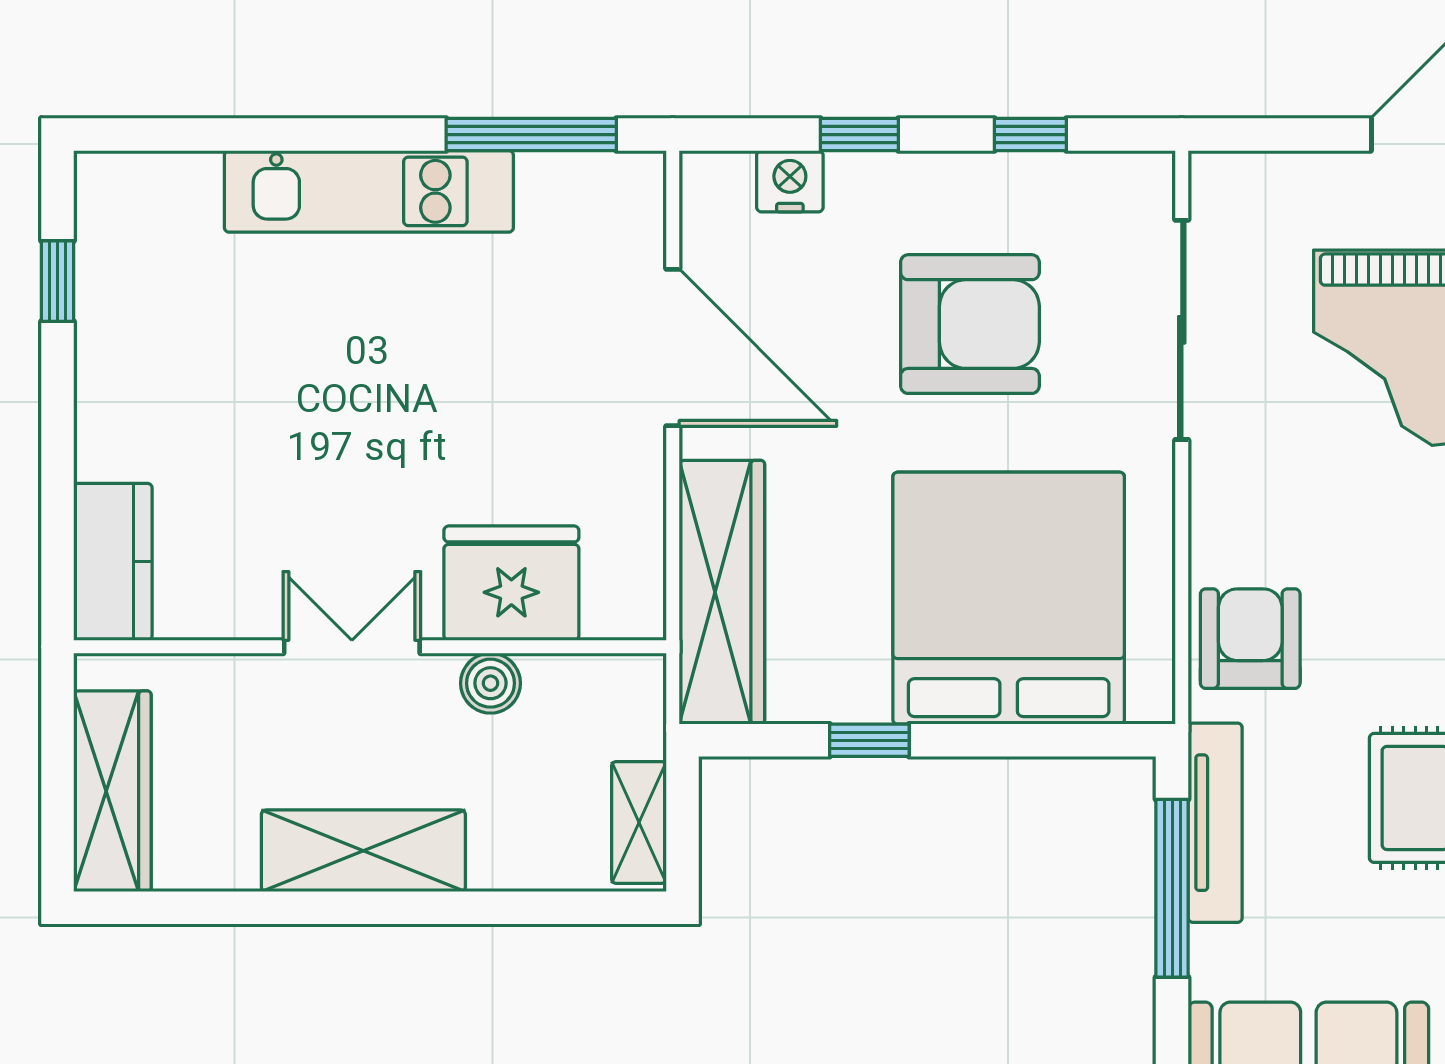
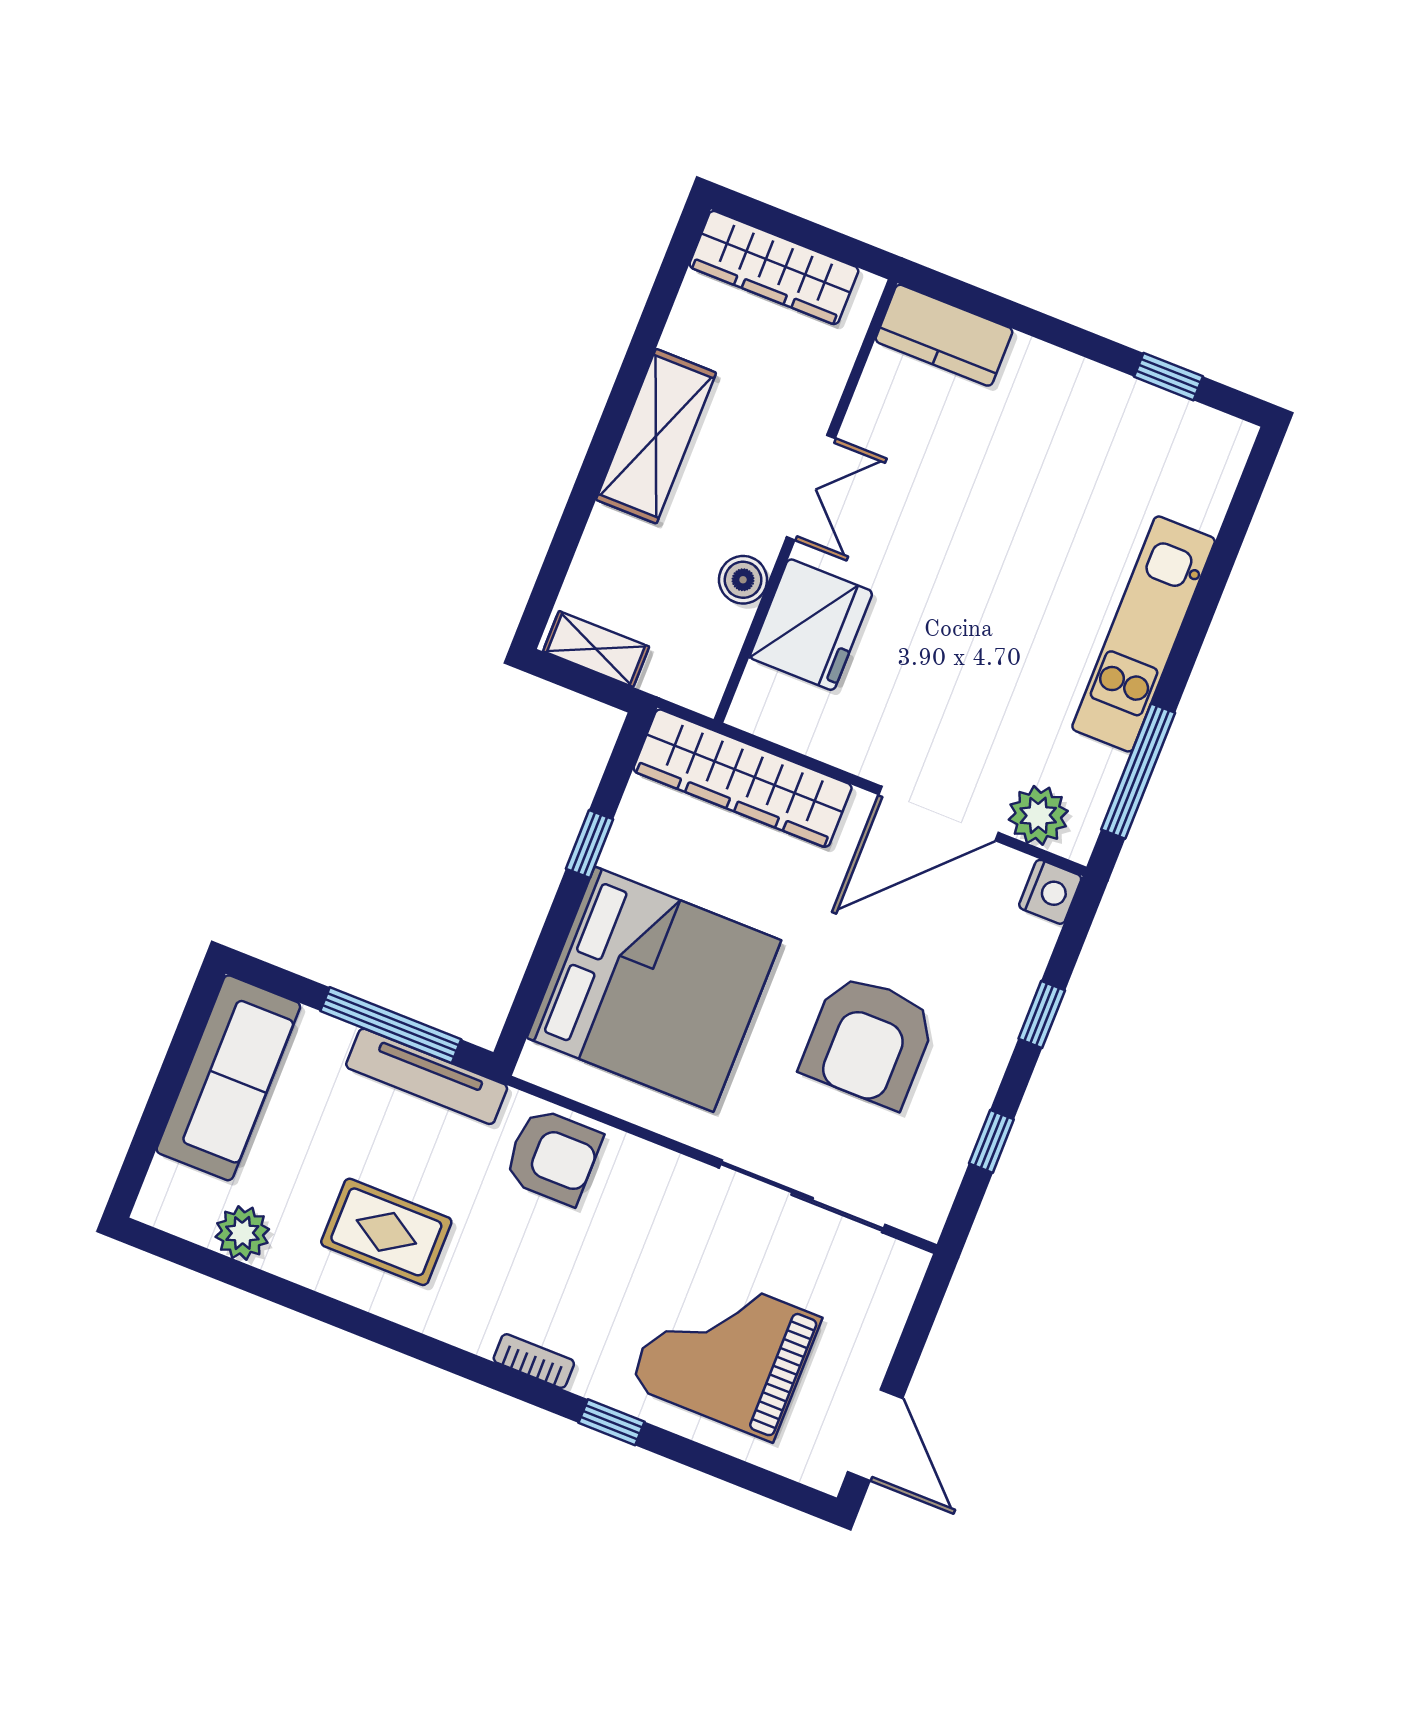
nightstand: (790, 181) -> (1050, 892), moved
plant: (629, 230) -> (1038, 815), added

